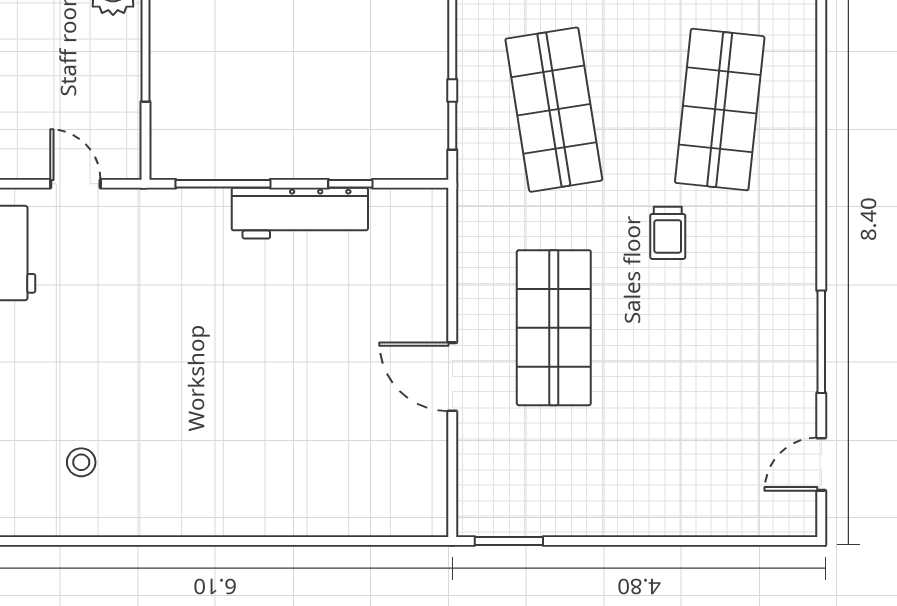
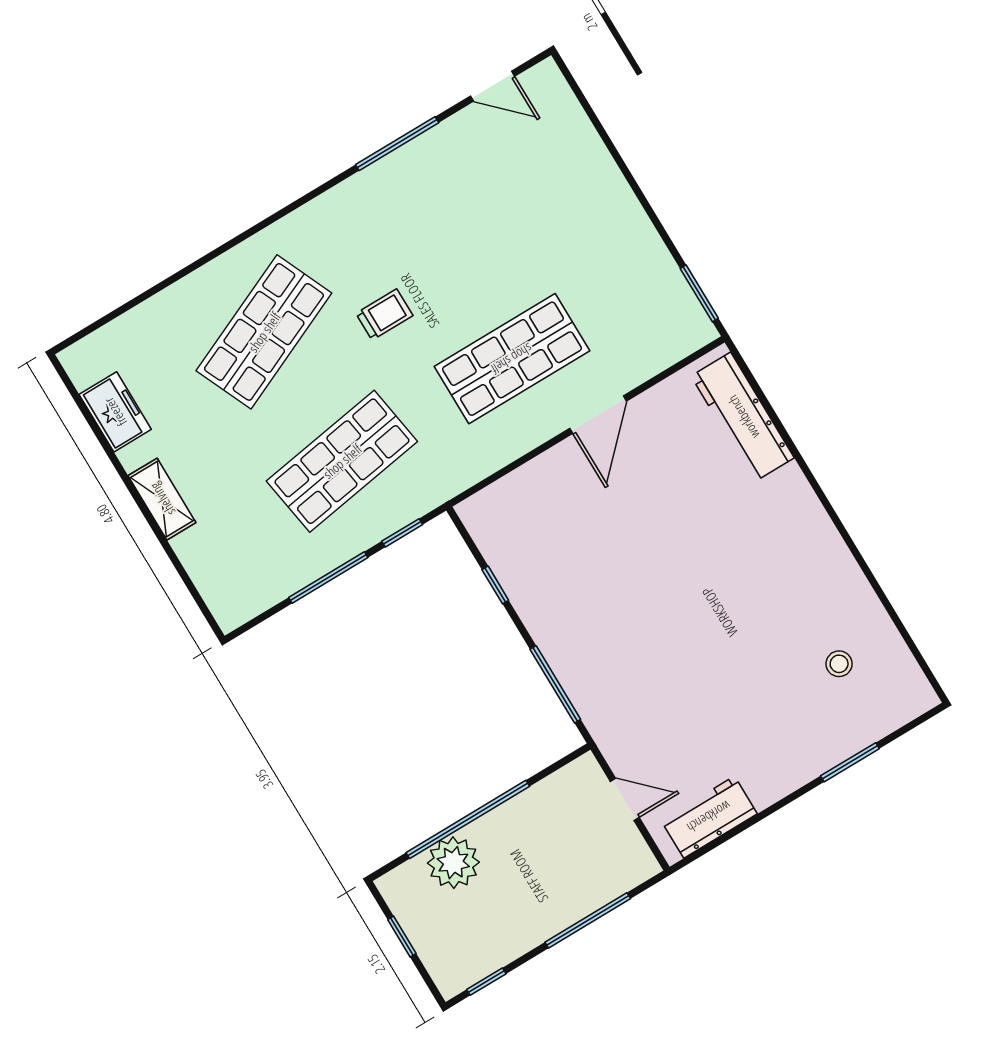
shop shelf: (720, 110) -> (264, 332), turned -30
door: (75, 184) -> (625, 799), swing flipped
workbench: (300, 213) -> (743, 417), moved, turned 180

